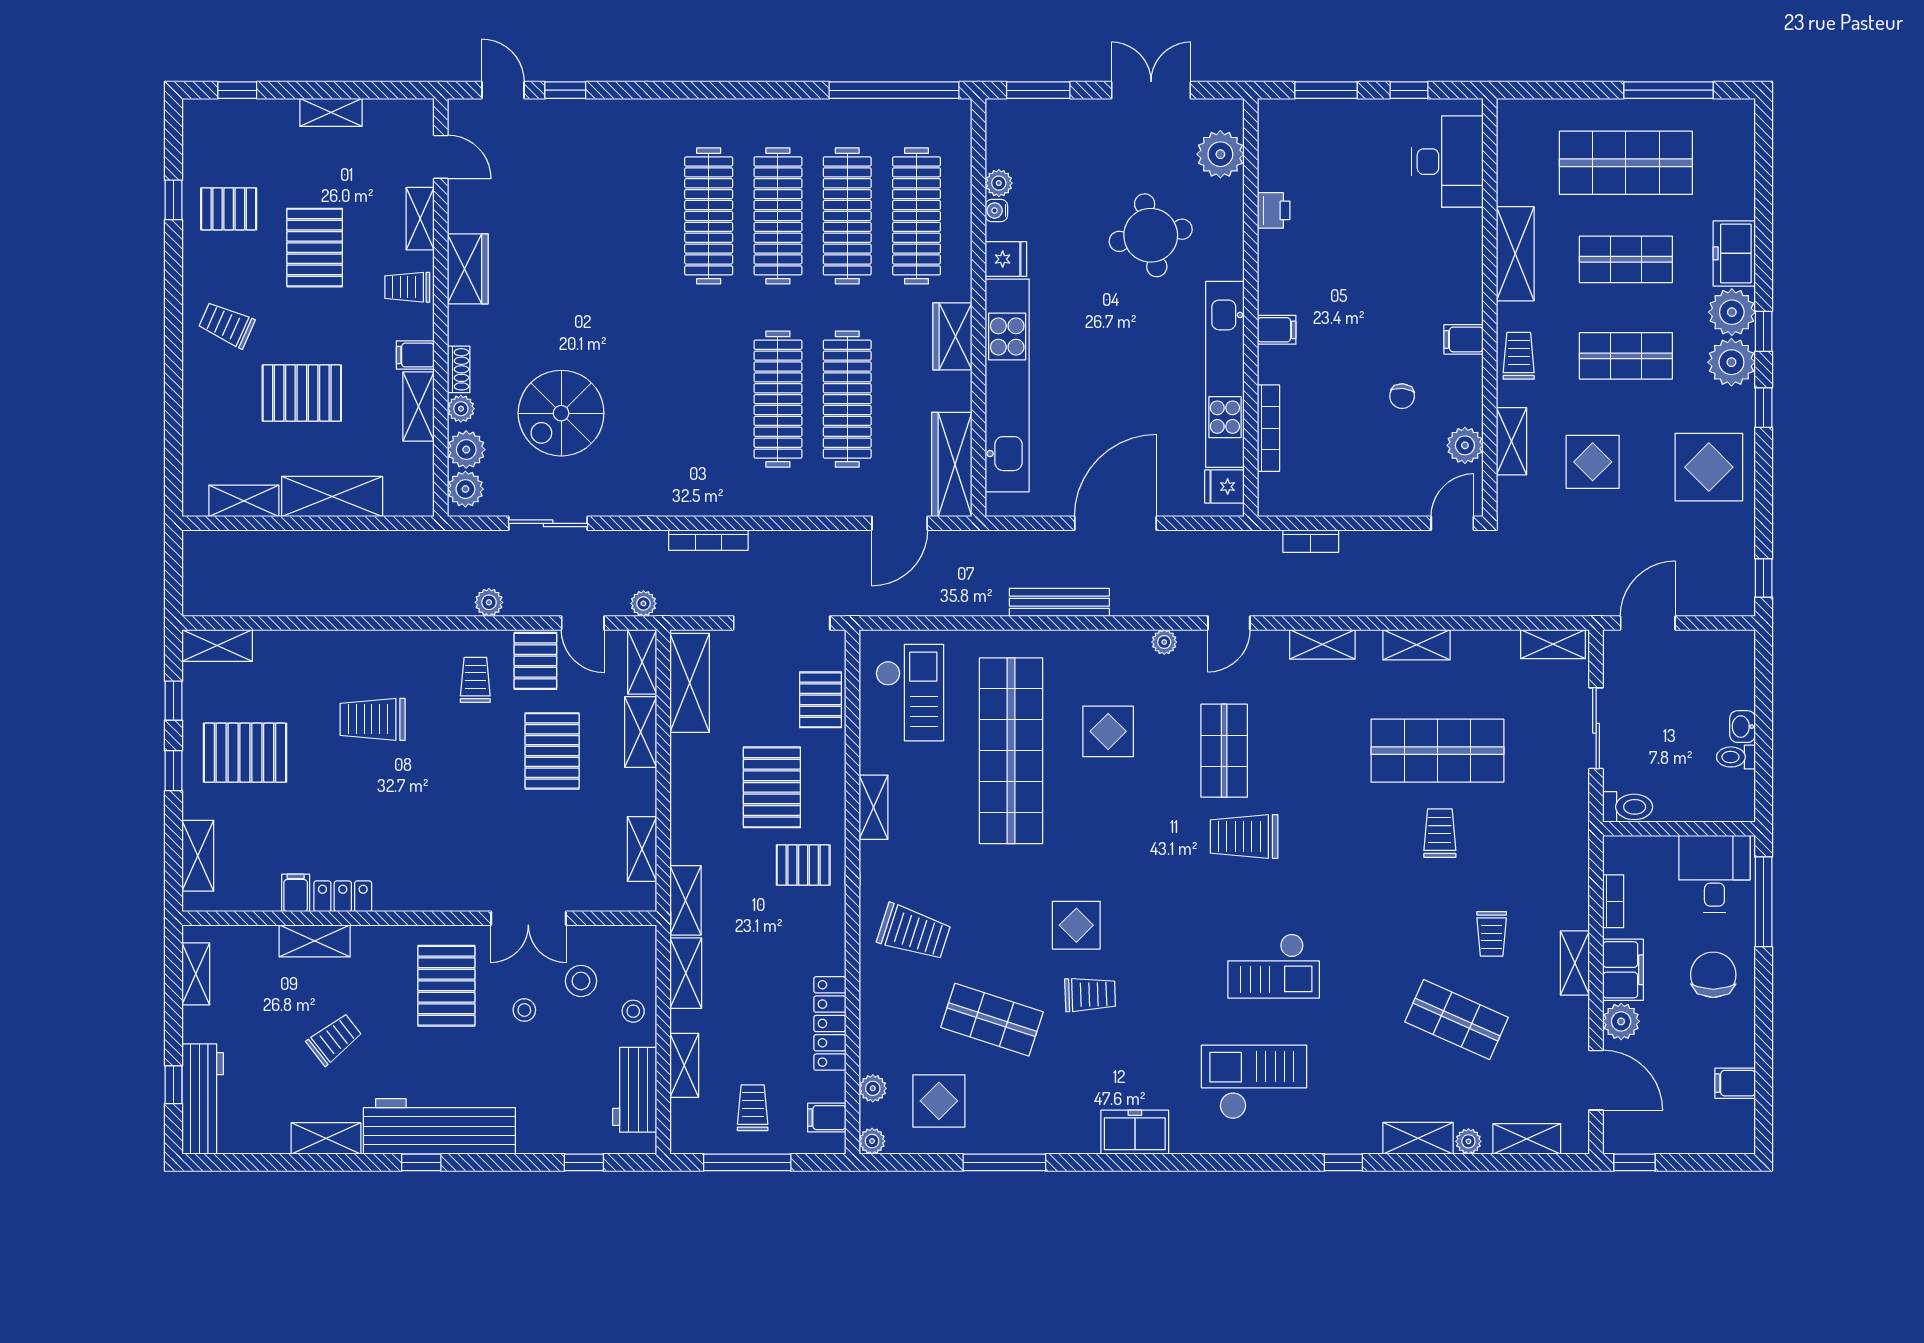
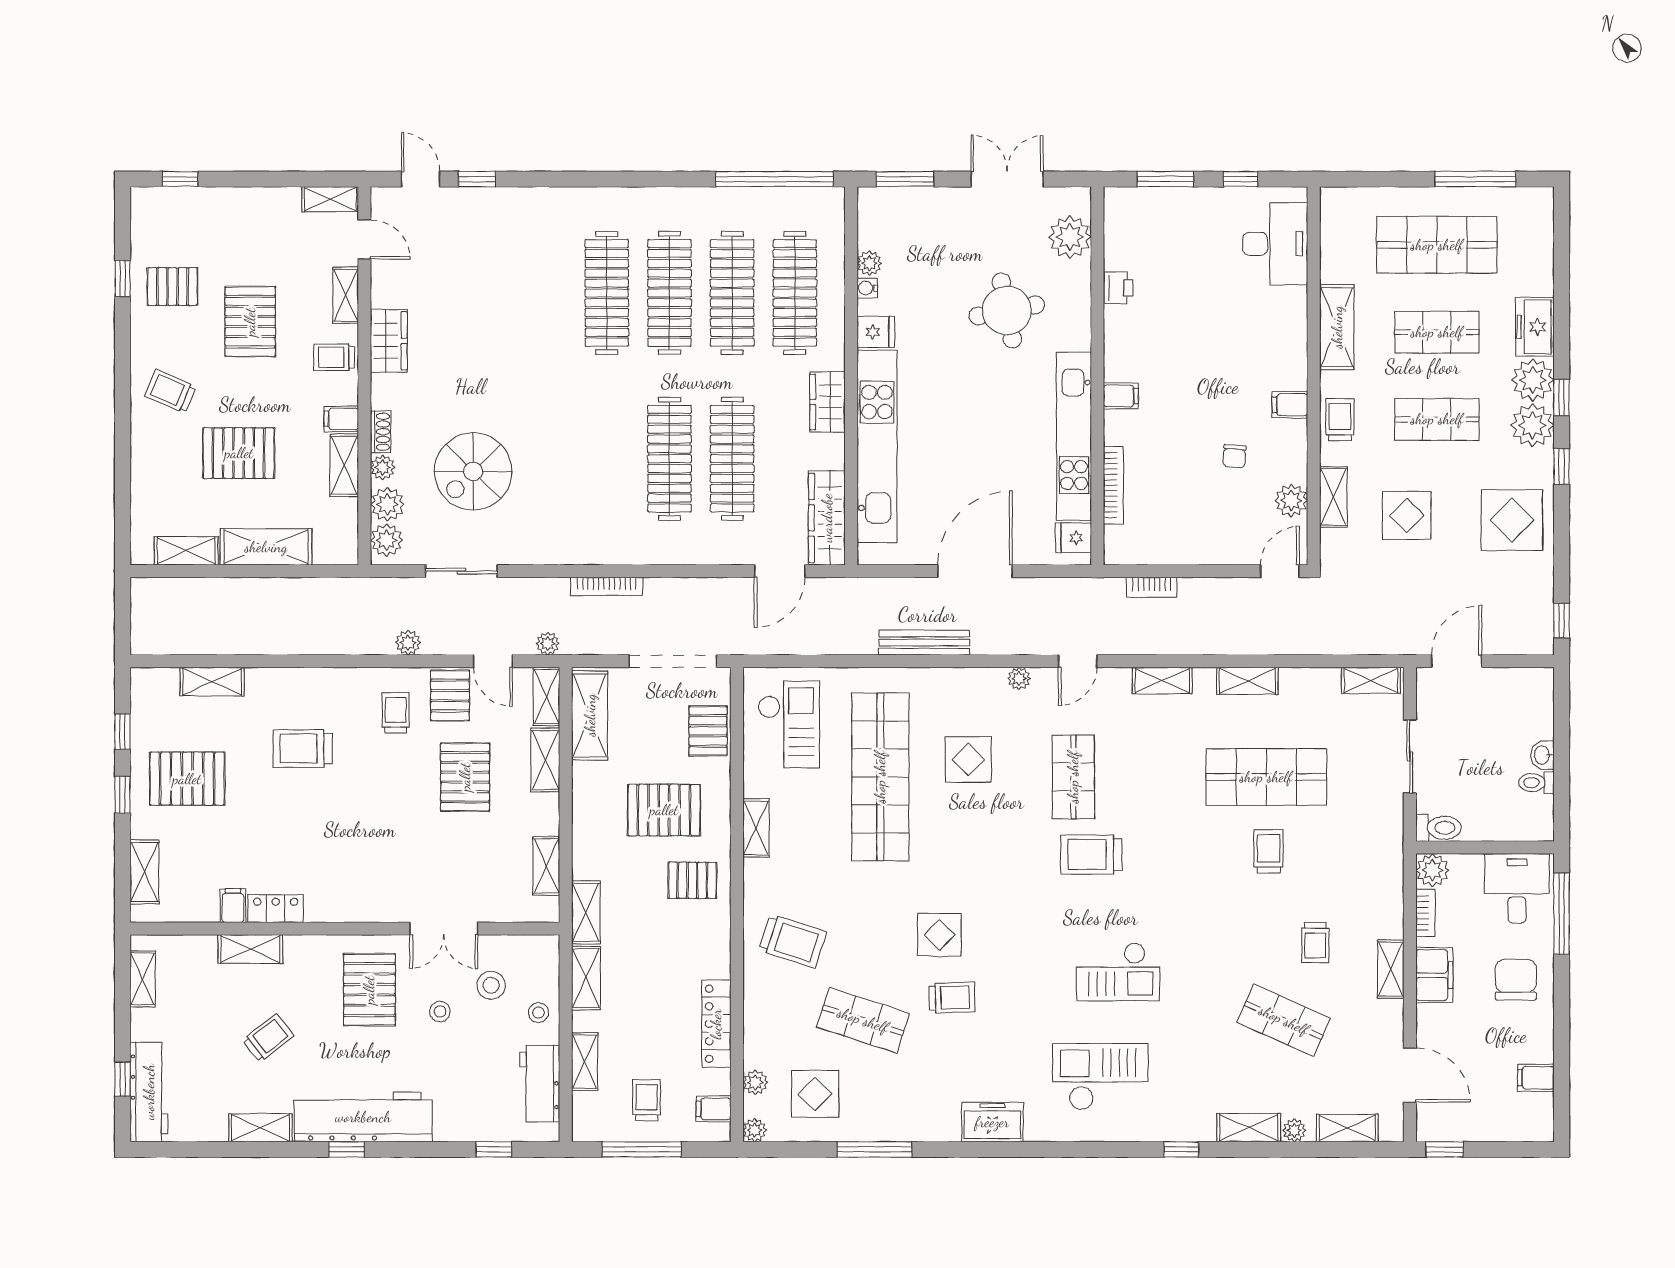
shelving: (331, 112) -> (330, 199), moved
shelving: (217, 645) -> (212, 682), moved
pallet: (772, 787) -> (664, 810), turned 90
plant: (1621, 1021) -> (1432, 870), moved

